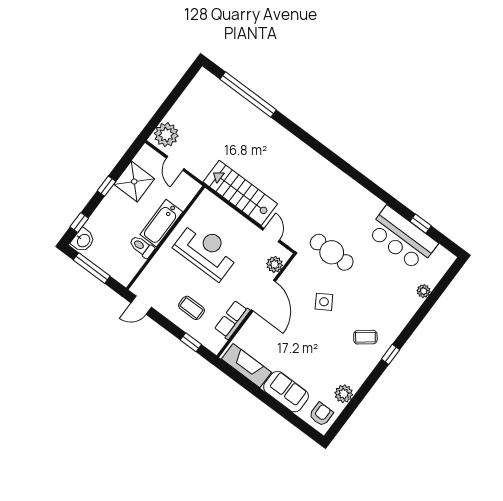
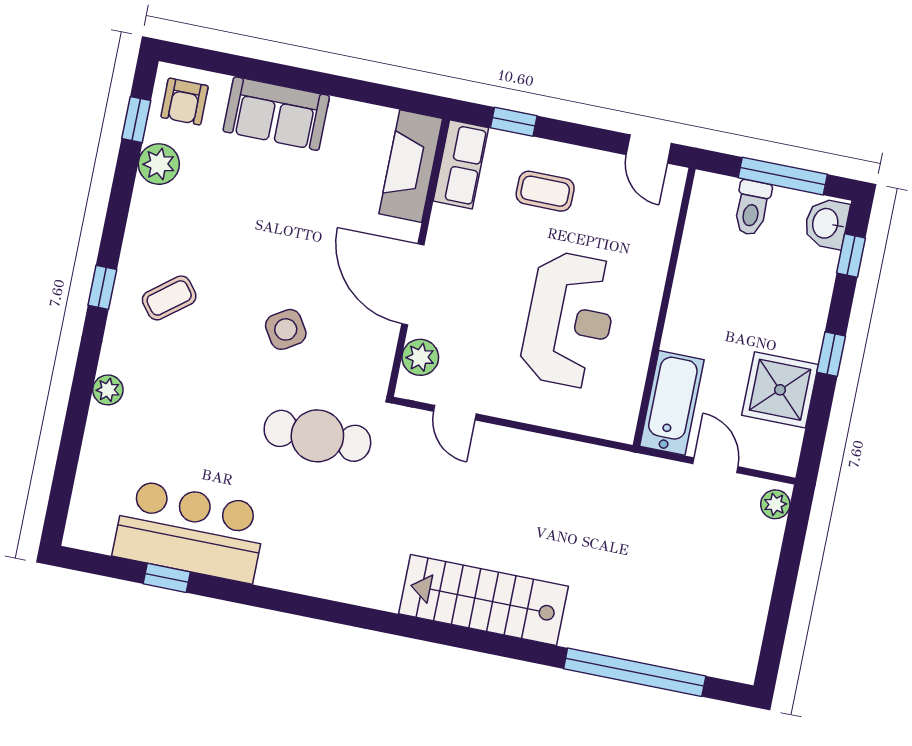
plant: (166, 135) -> (775, 504), width x0.53, depth x0.53
stairs: (240, 193) -> (484, 600), moved, turned 180
bathtub: (161, 223) -> (672, 403), moved
toilet: (142, 247) -> (752, 208), moved, turned 90
reception desk: (206, 251) -> (570, 320), turned -90
plant: (424, 291) -> (108, 390), moved
door: (141, 305) -> (649, 149), swing flipped
row of seats: (232, 320) -> (461, 164), moved
fireplace: (246, 366) -> (411, 166), moved, turned 90
window: (344, 416) -> (136, 120), added

